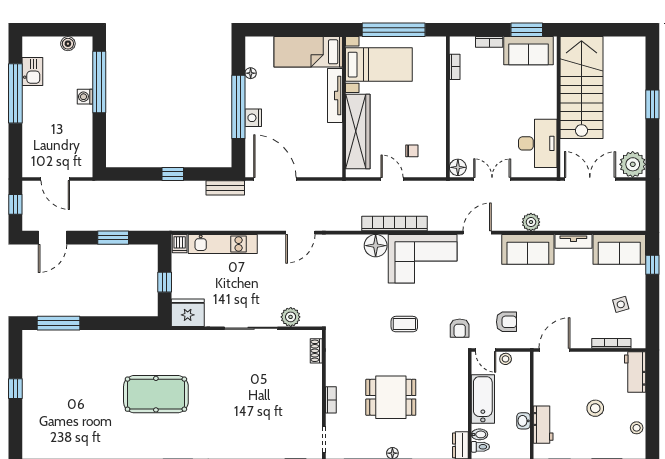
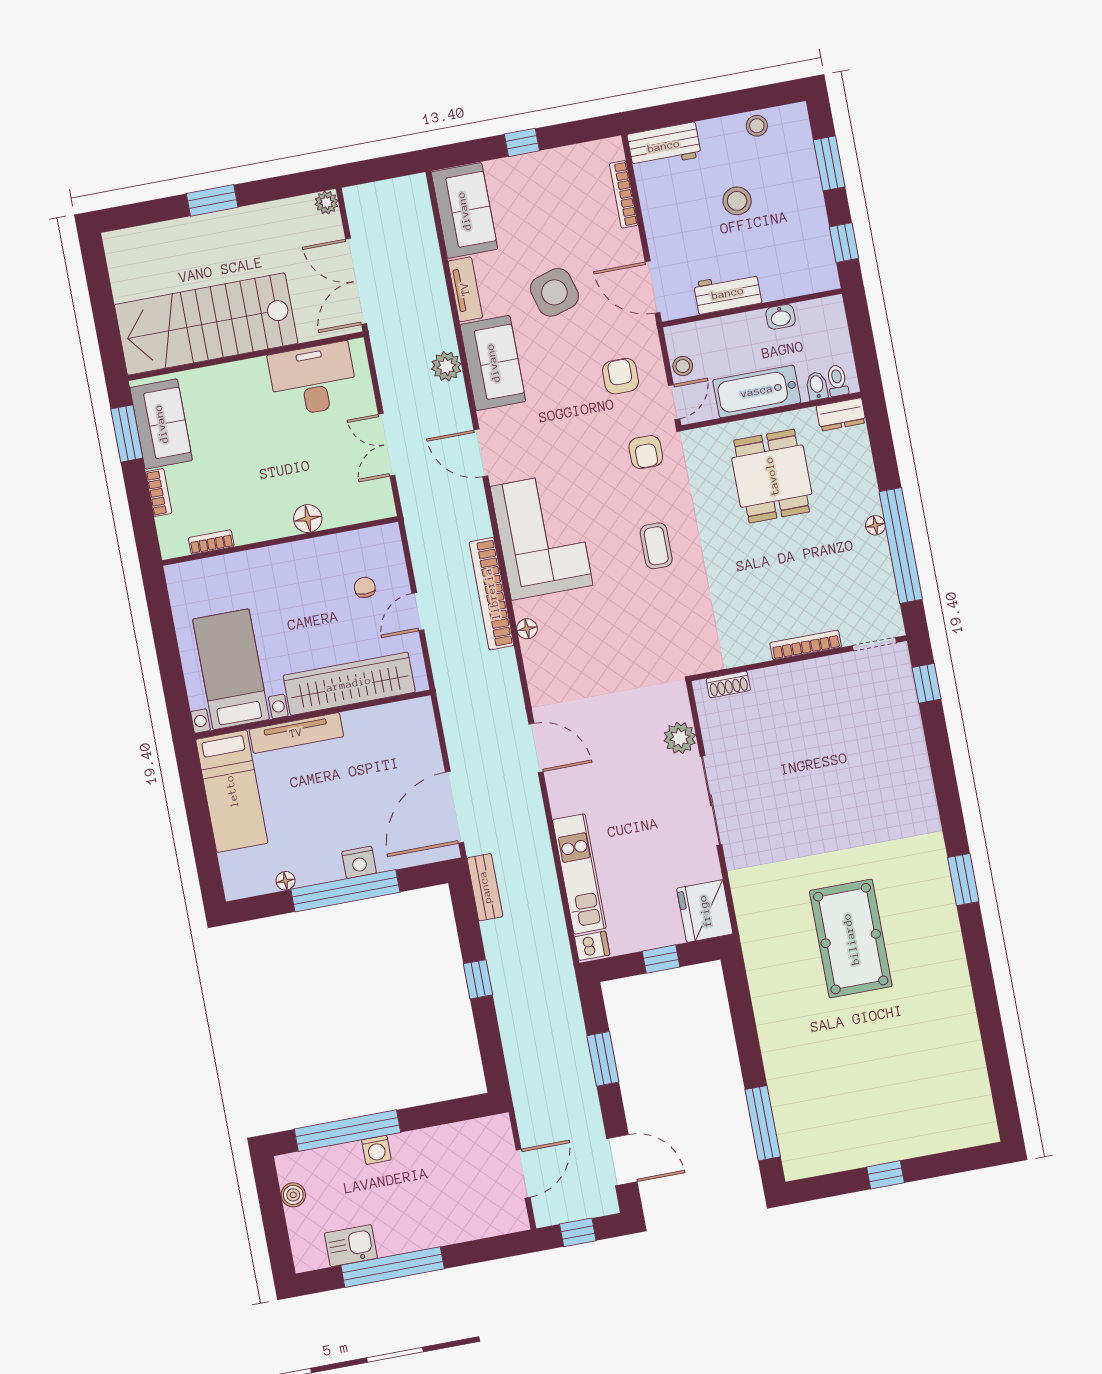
window: (394, 30) -> (168, 656), removed
plant: (633, 164) -> (326, 203), width x0.53, depth x0.53
floor lamp: (458, 167) -> (308, 519), moved
floor lamp: (376, 246) -> (527, 629), width x0.53, depth x0.53
window: (652, 265) -> (522, 142), moved
side table: (621, 304) -> (554, 292), moved, width x1.87, depth x1.87
armchair: (460, 328) -> (646, 452), turned 90
dining table: (391, 397) -> (772, 476), moved
bookcase: (331, 400) -> (806, 645), width x1.56
workbench: (543, 425) -> (728, 293), moved

